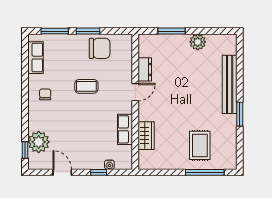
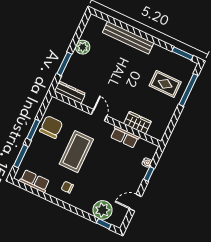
dresser: (145, 69) -> (70, 92), moved, width x1.44
coffee table: (86, 86) -> (76, 152), width x1.86, depth x1.72
window: (240, 114) -> (183, 53), moved

